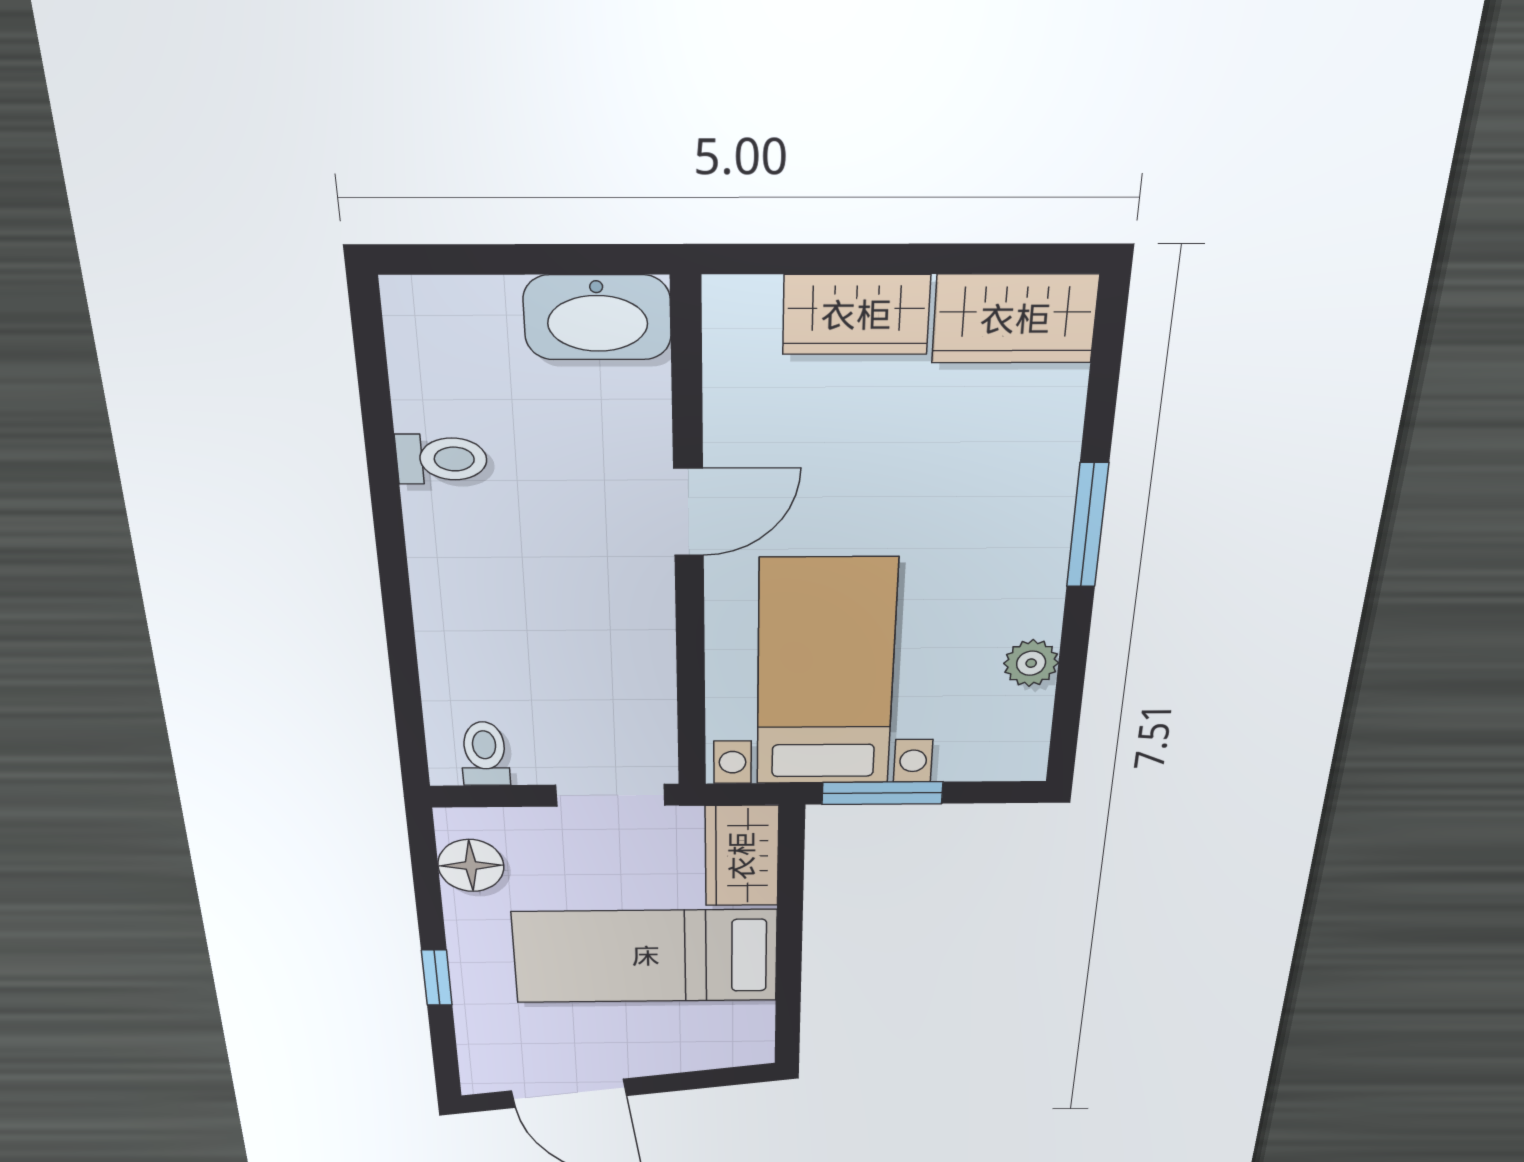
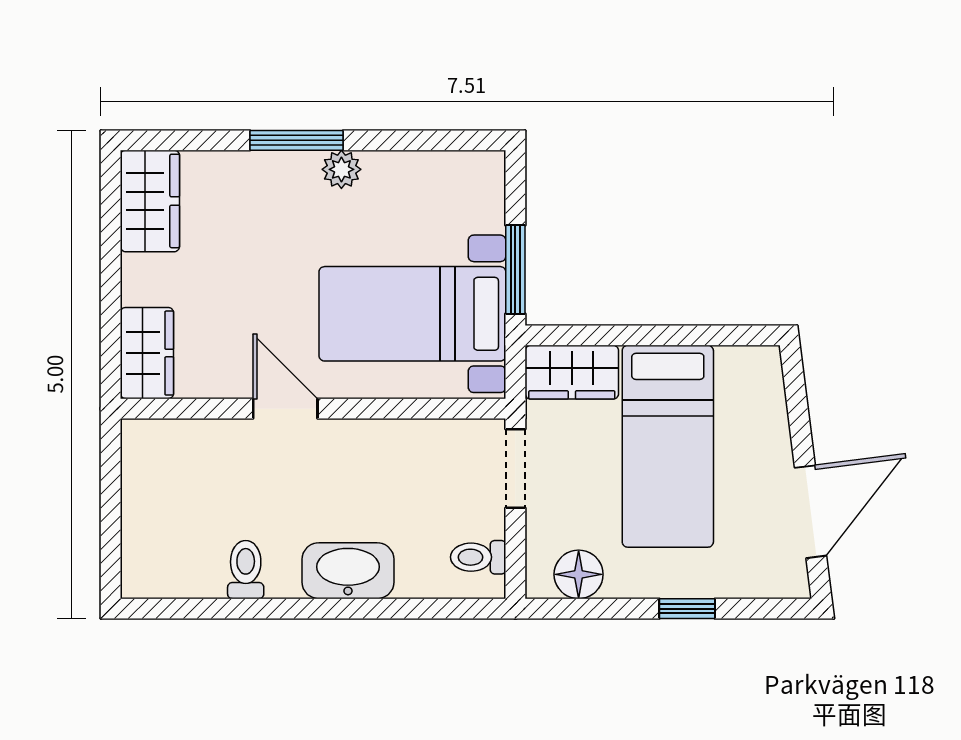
wardrobe: (856, 315) -> (147, 353), moved
washbasin: (597, 318) -> (348, 571), moved, turned -90
plant: (1031, 663) -> (341, 169), moved

